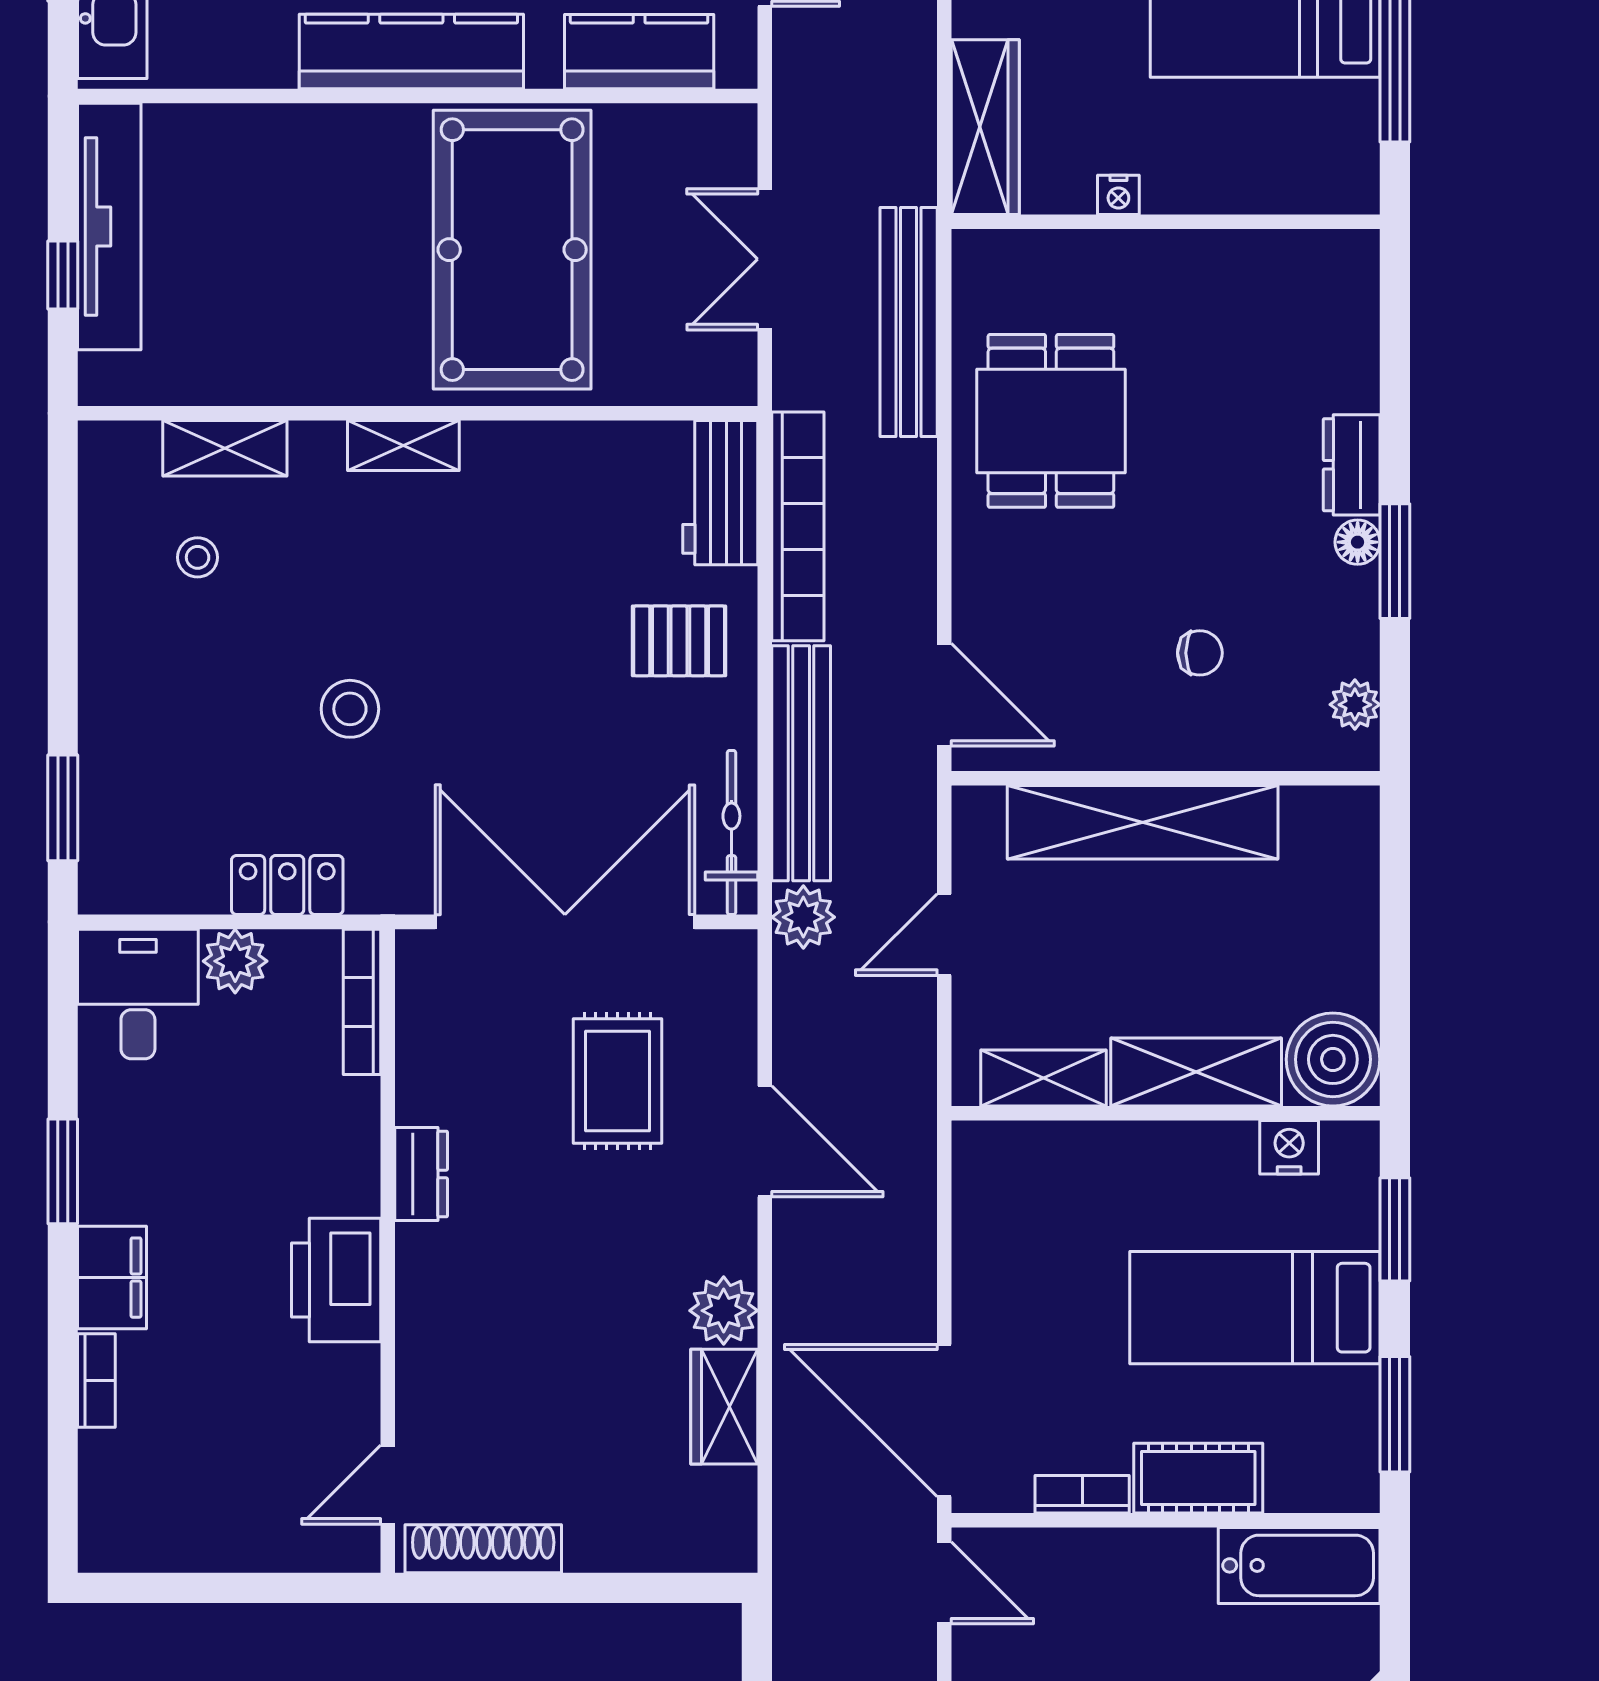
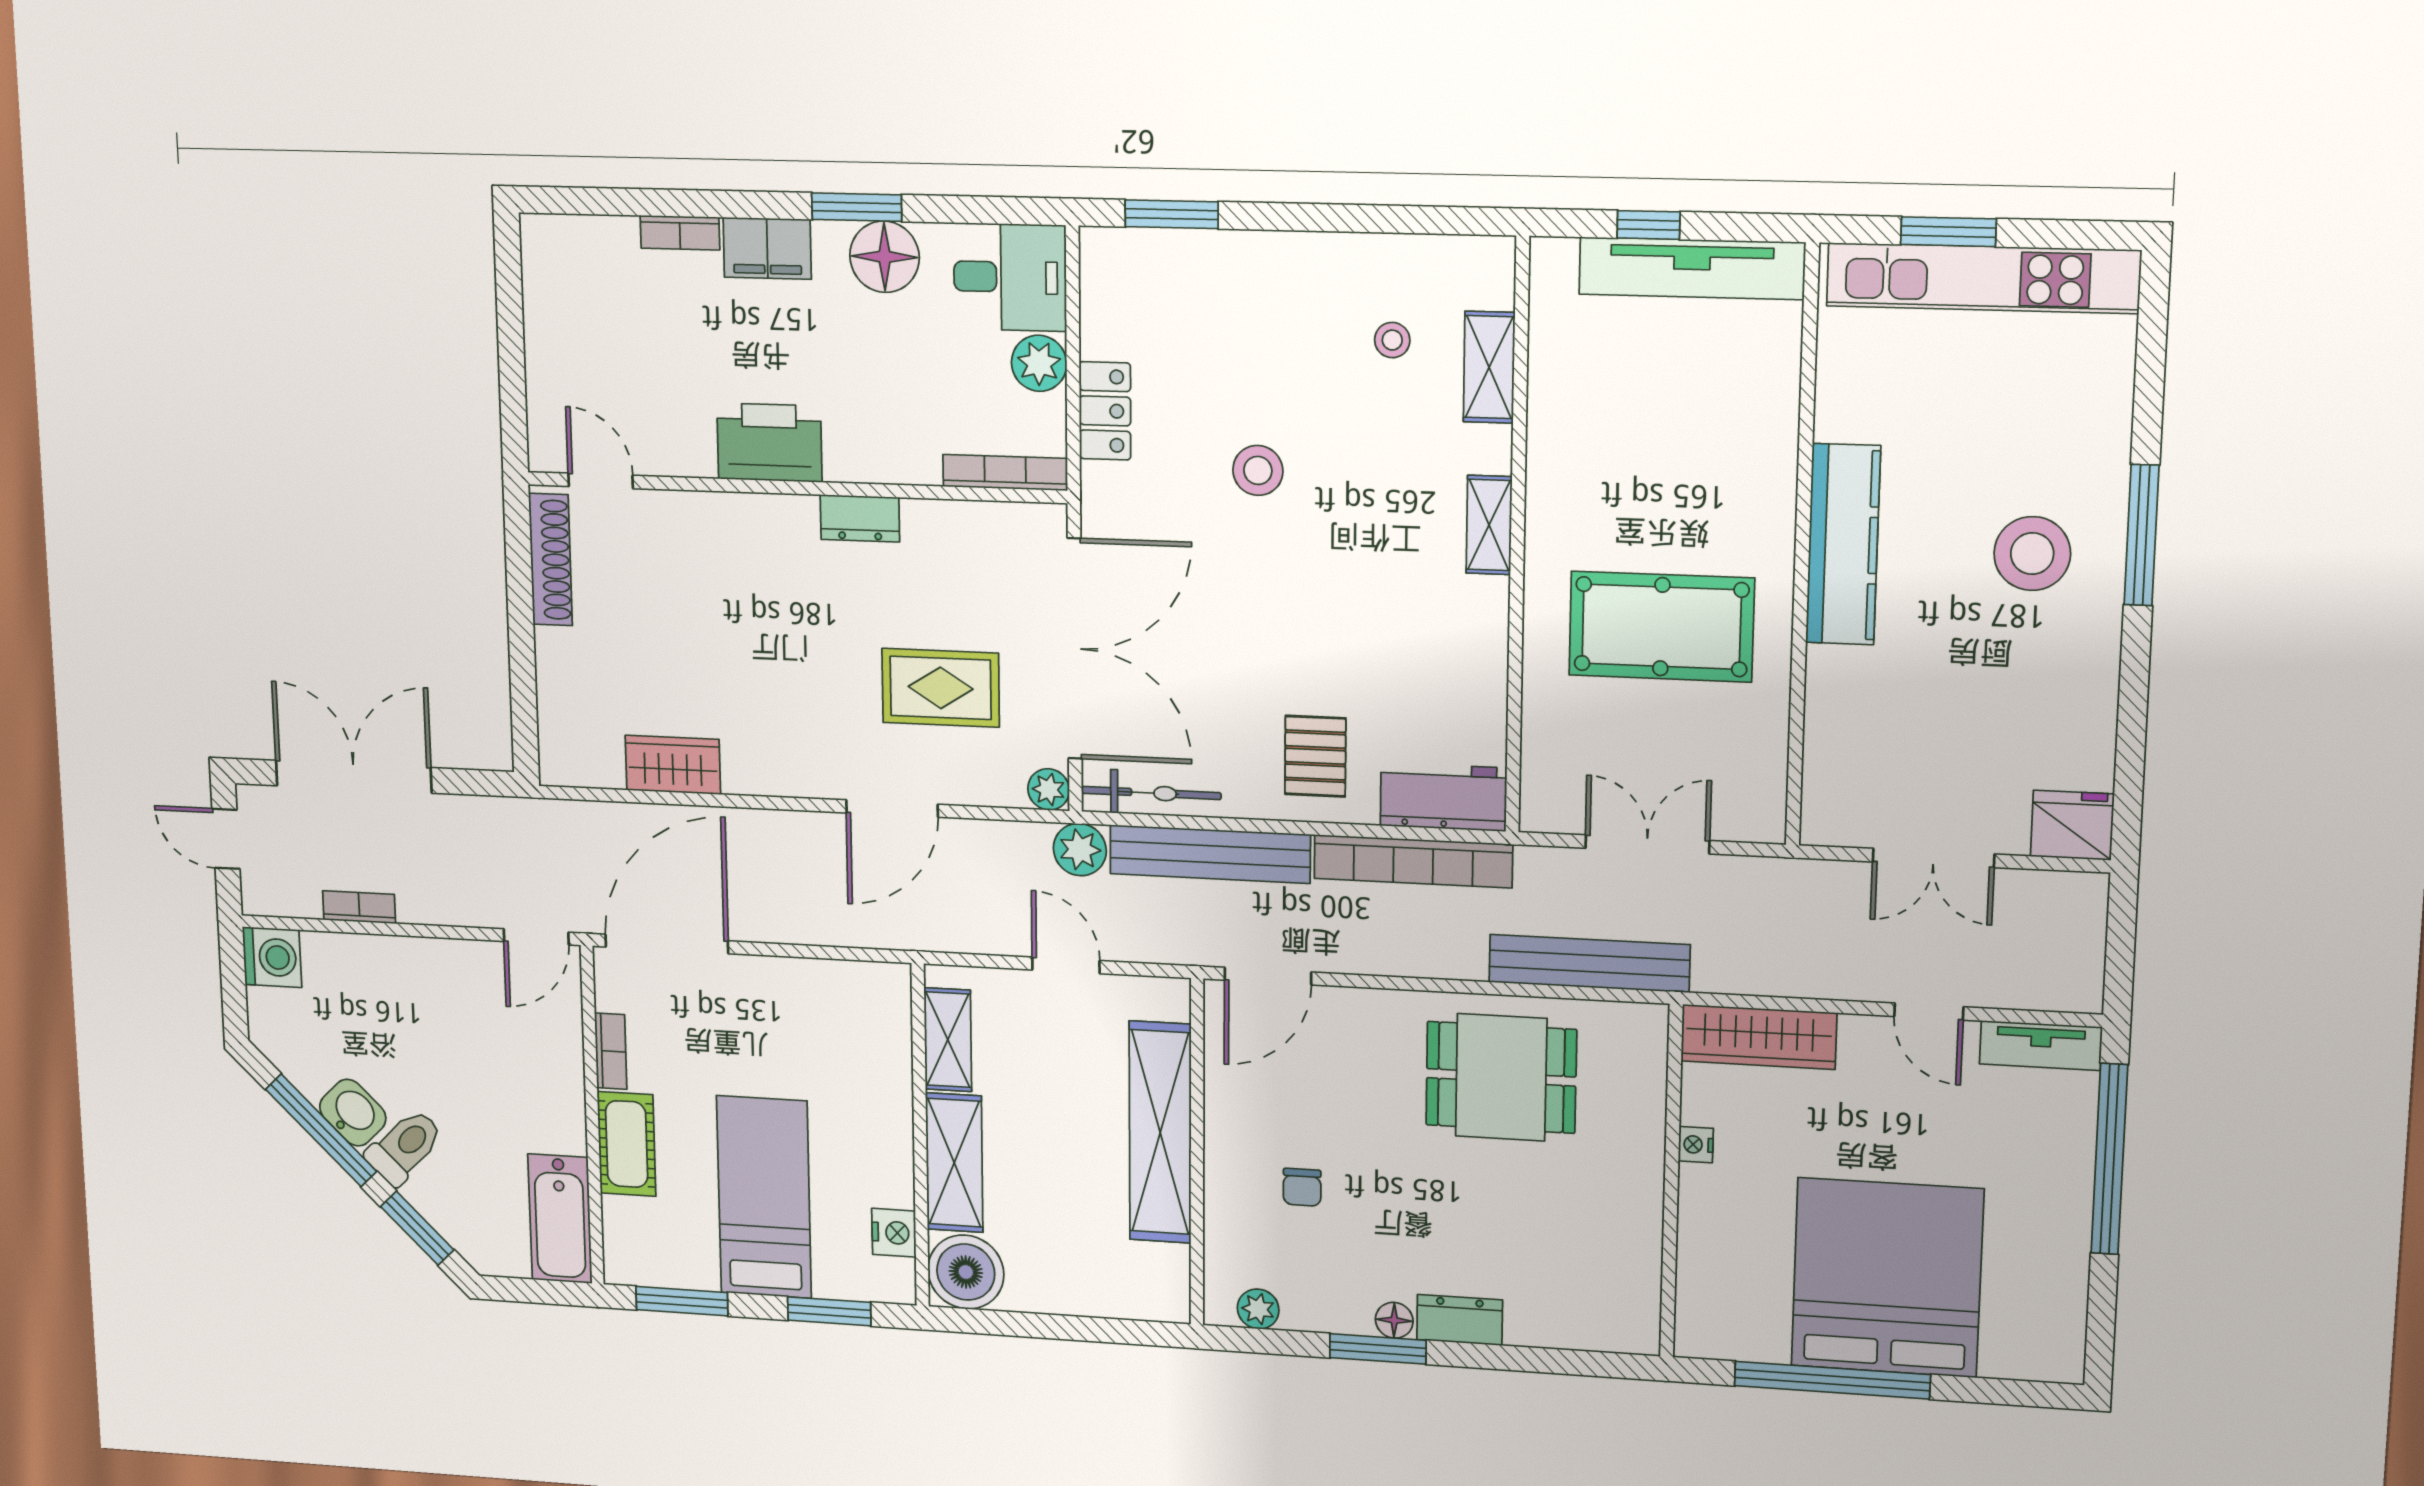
kitchen counter: (639, 52) -> (1836, 745), removed
pool table: (512, 250) -> (1661, 627), width x0.73, depth x0.76
floor lamp: (118, 1140) -> (885, 257), added
plant: (724, 1311) -> (1049, 789), moved, width x0.73, depth x0.73

